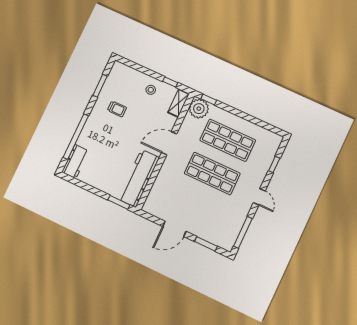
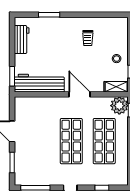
window: (100, 86) -> (100, 15), removed
window: (76, 137) -> (49, 15), width x0.47
workbench: (75, 162) -> (22, 40), moved, turned -90

